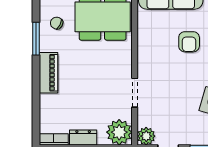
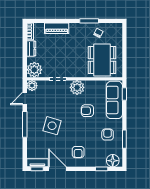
plant: (149, 59) -> (77, 87), added
piano: (49, 73) -> (57, 28), moved

